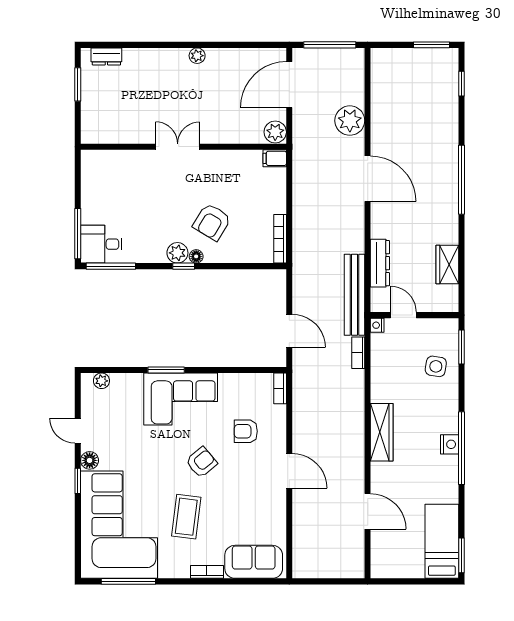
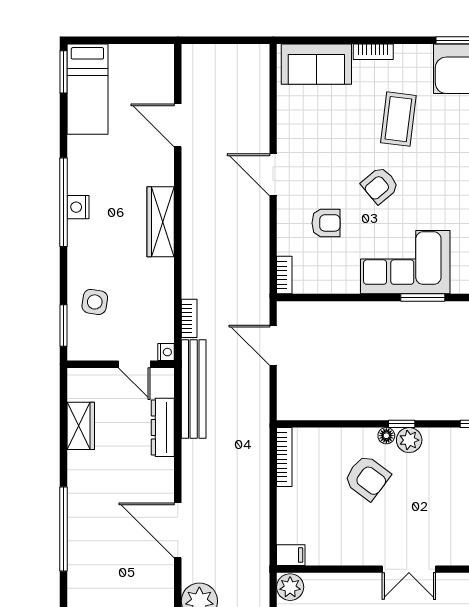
armchair: (212, 222) -> (367, 478), turned 96

